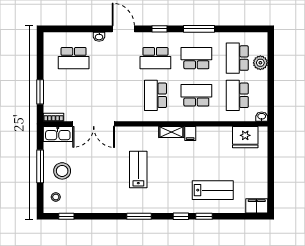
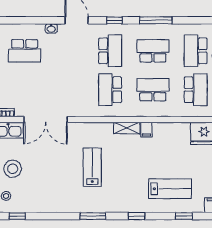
school desk: (155, 58) -> (110, 51), turned -90
school desk: (237, 95) -> (196, 90), turned 180
window: (204, 216) -> (184, 216), moved

